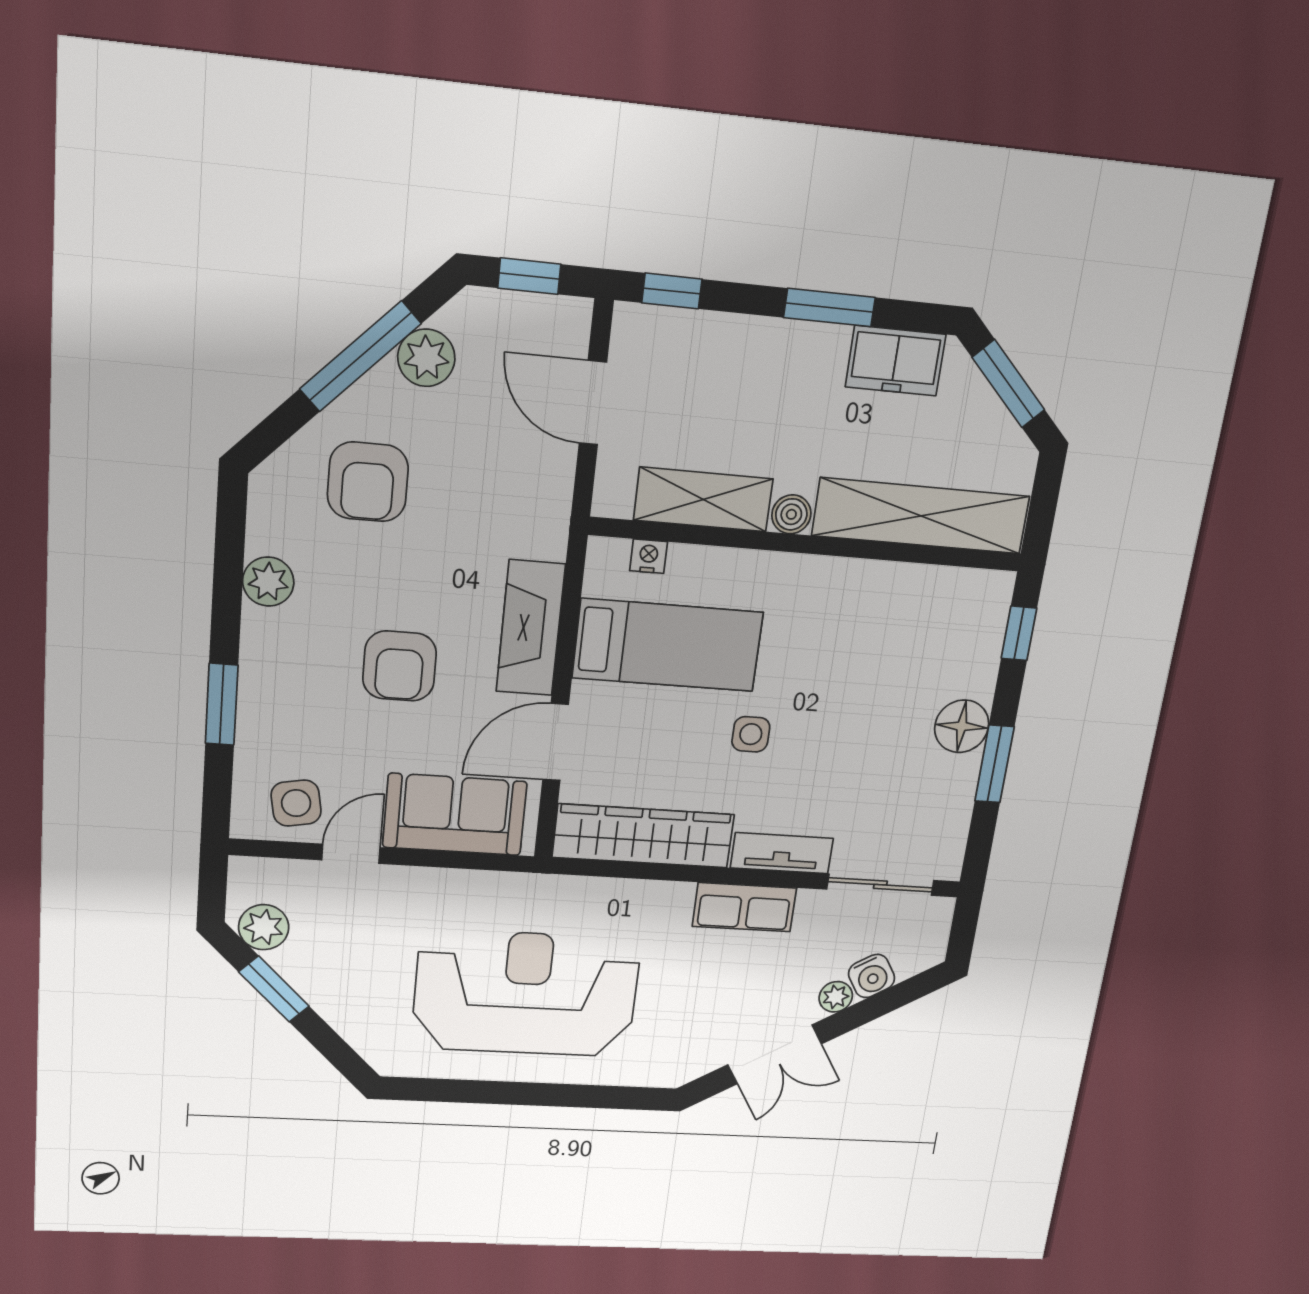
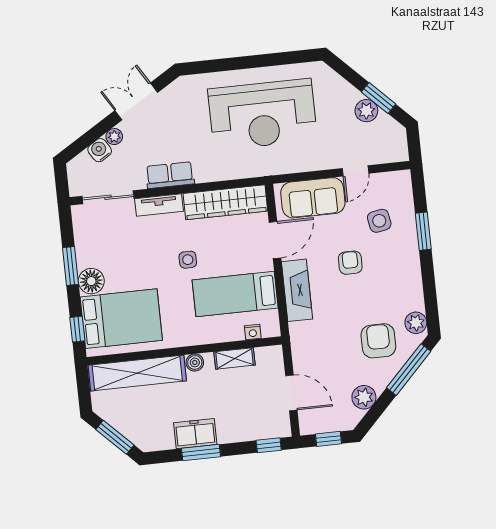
window: (360, 356) -> (409, 370), moved
freezer: (896, 361) -> (195, 434), moved
shelving: (703, 499) -> (234, 358), width x0.67, depth x0.75
plant: (268, 582) -> (416, 323), moved
bed: (922, 638) -> (121, 319), added
armchair: (400, 666) -> (350, 263), width x0.72, depth x0.72
side table: (296, 803) -> (379, 221), moved
plant: (264, 927) -> (366, 111), moved

